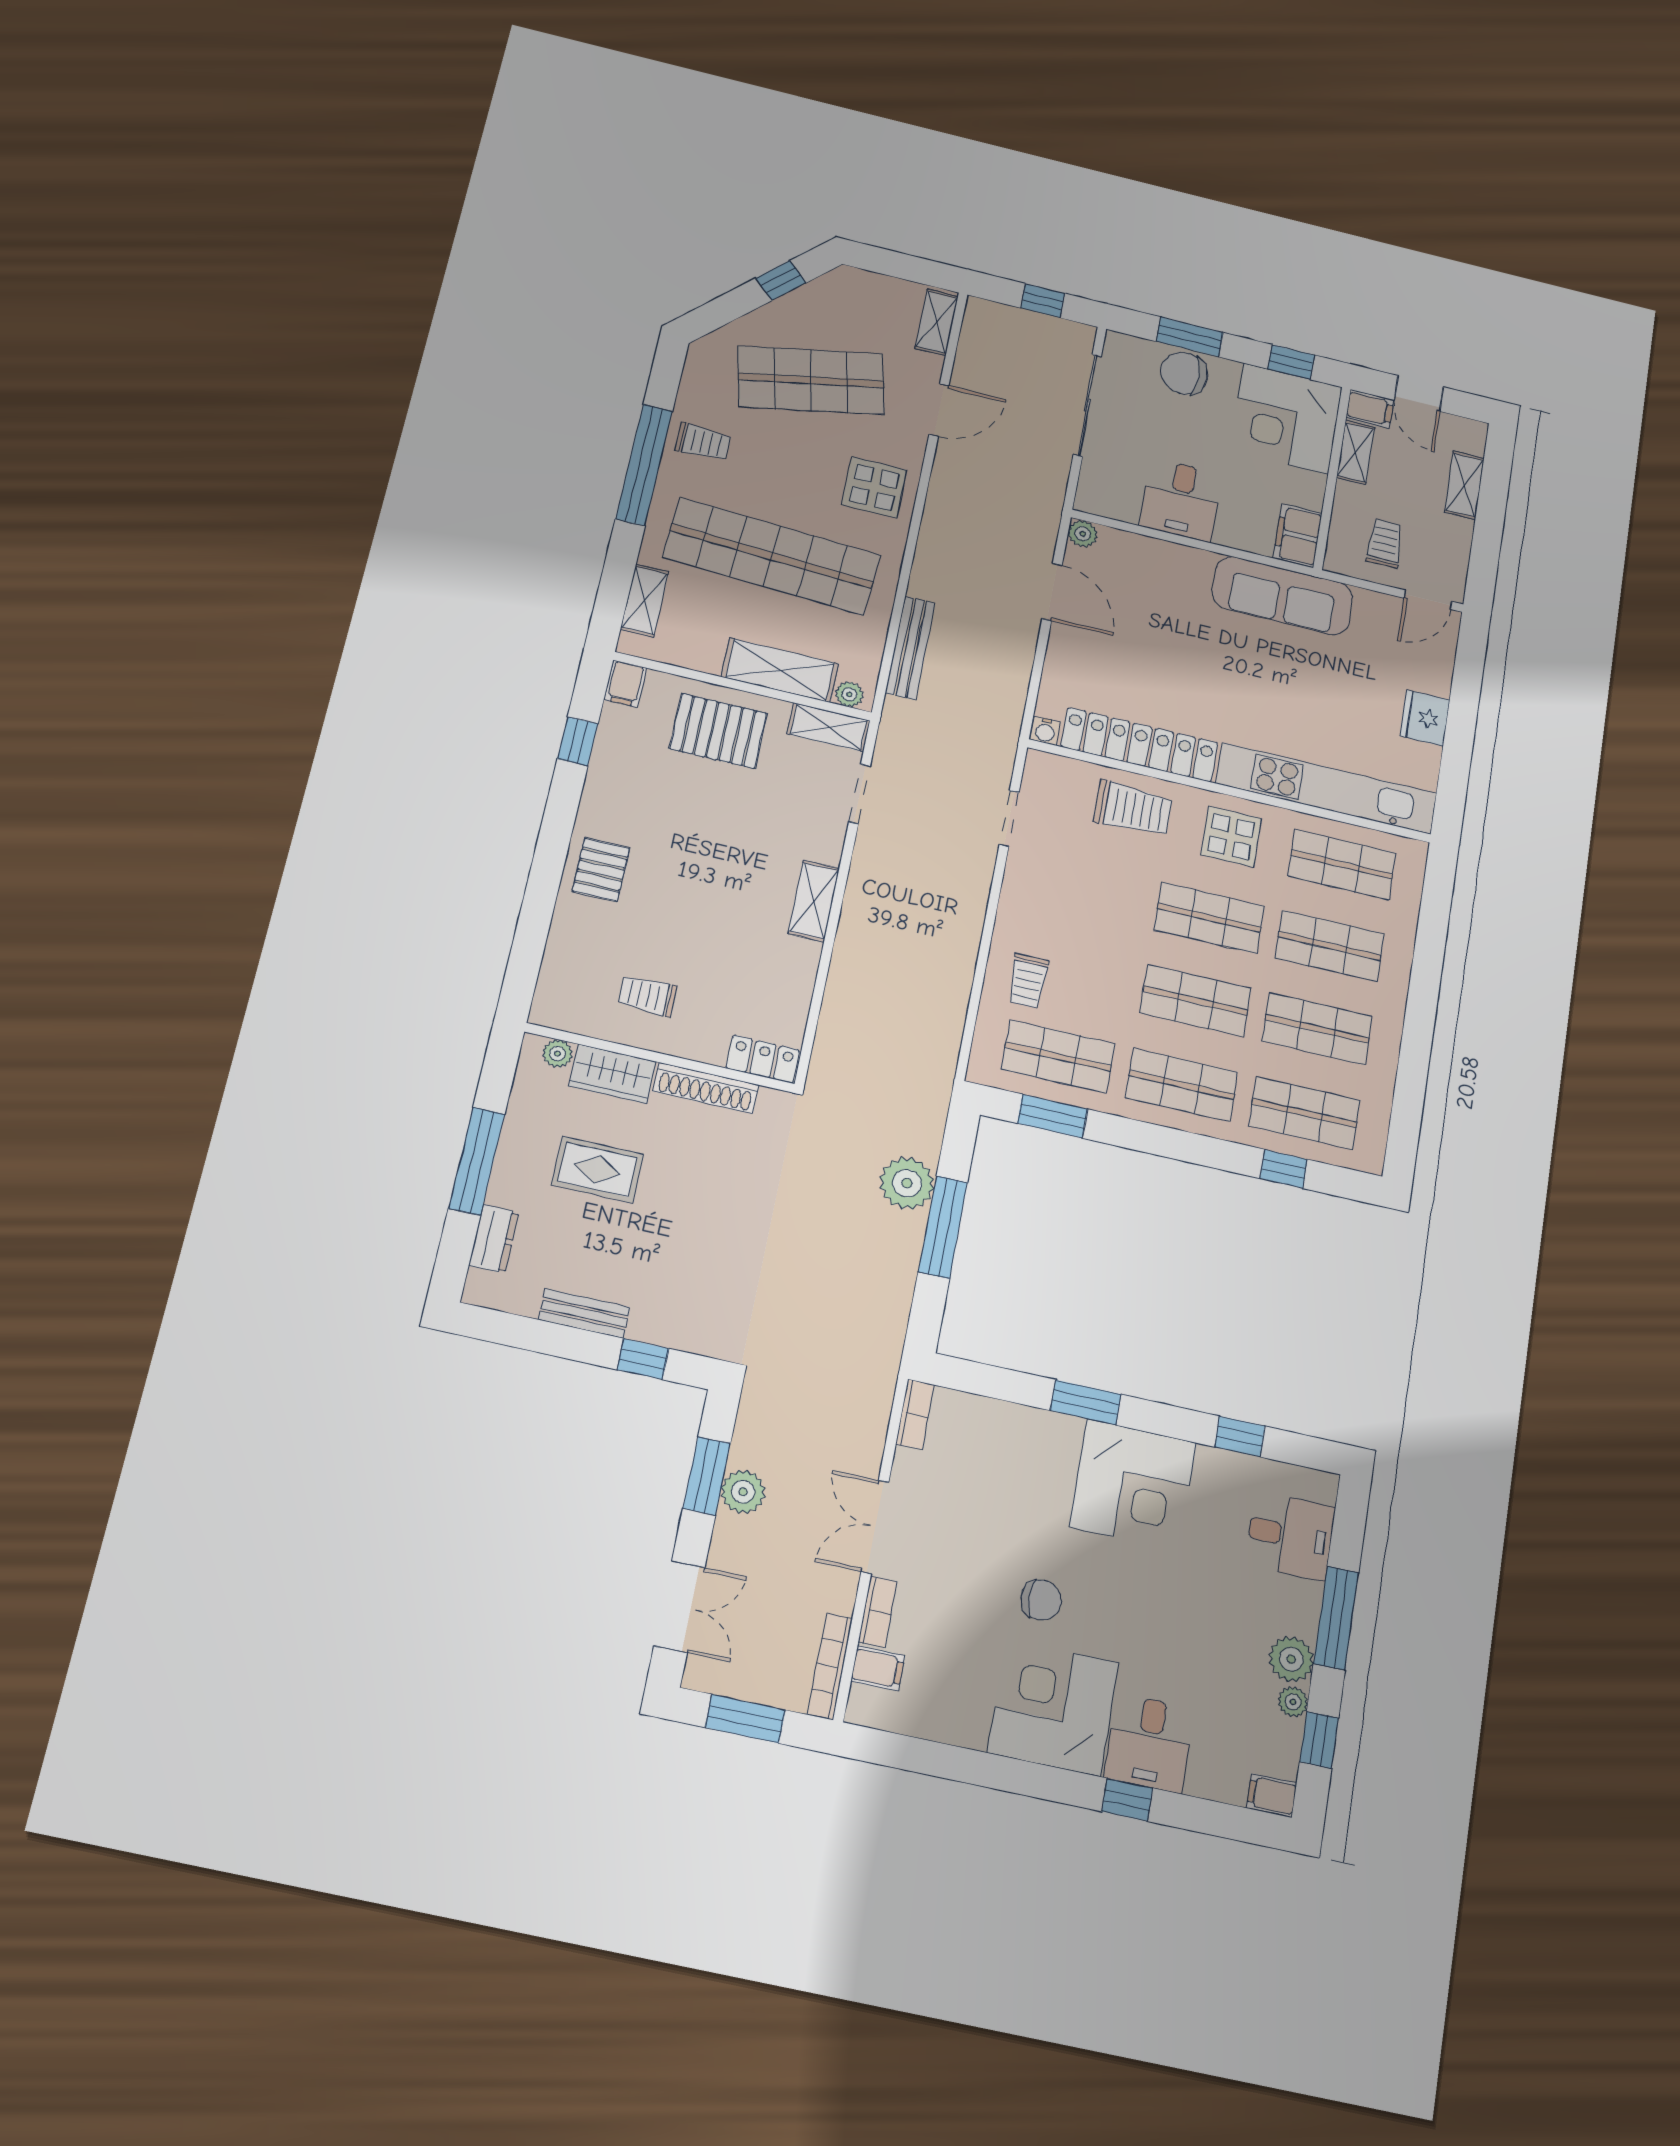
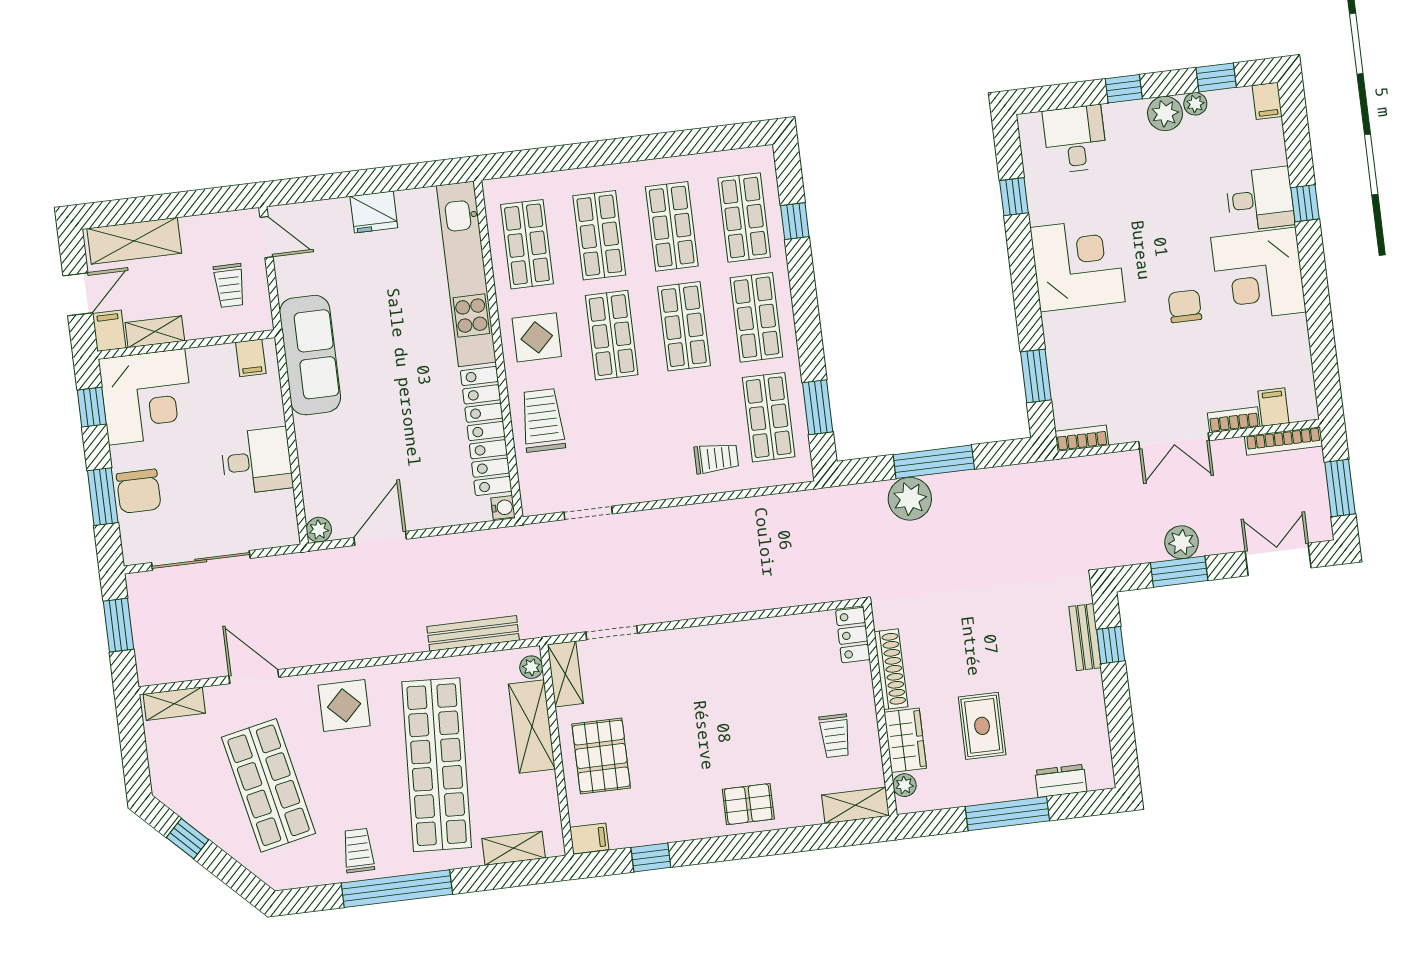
window: (1043, 301) -> (118, 625), width x1.50
shelving: (1464, 485) -> (134, 241), width x1.50, depth x1.33
filing cabinet: (1298, 536) -> (251, 358), width x0.50
trolley: (1385, 543) -> (229, 286), turned -90
shelving: (814, 901) -> (855, 805), moved
bench: (584, 1314) -> (1085, 637), moved
window: (1086, 1402) -> (1036, 376), moved
window: (1336, 1618) -> (1124, 89), width x0.46

